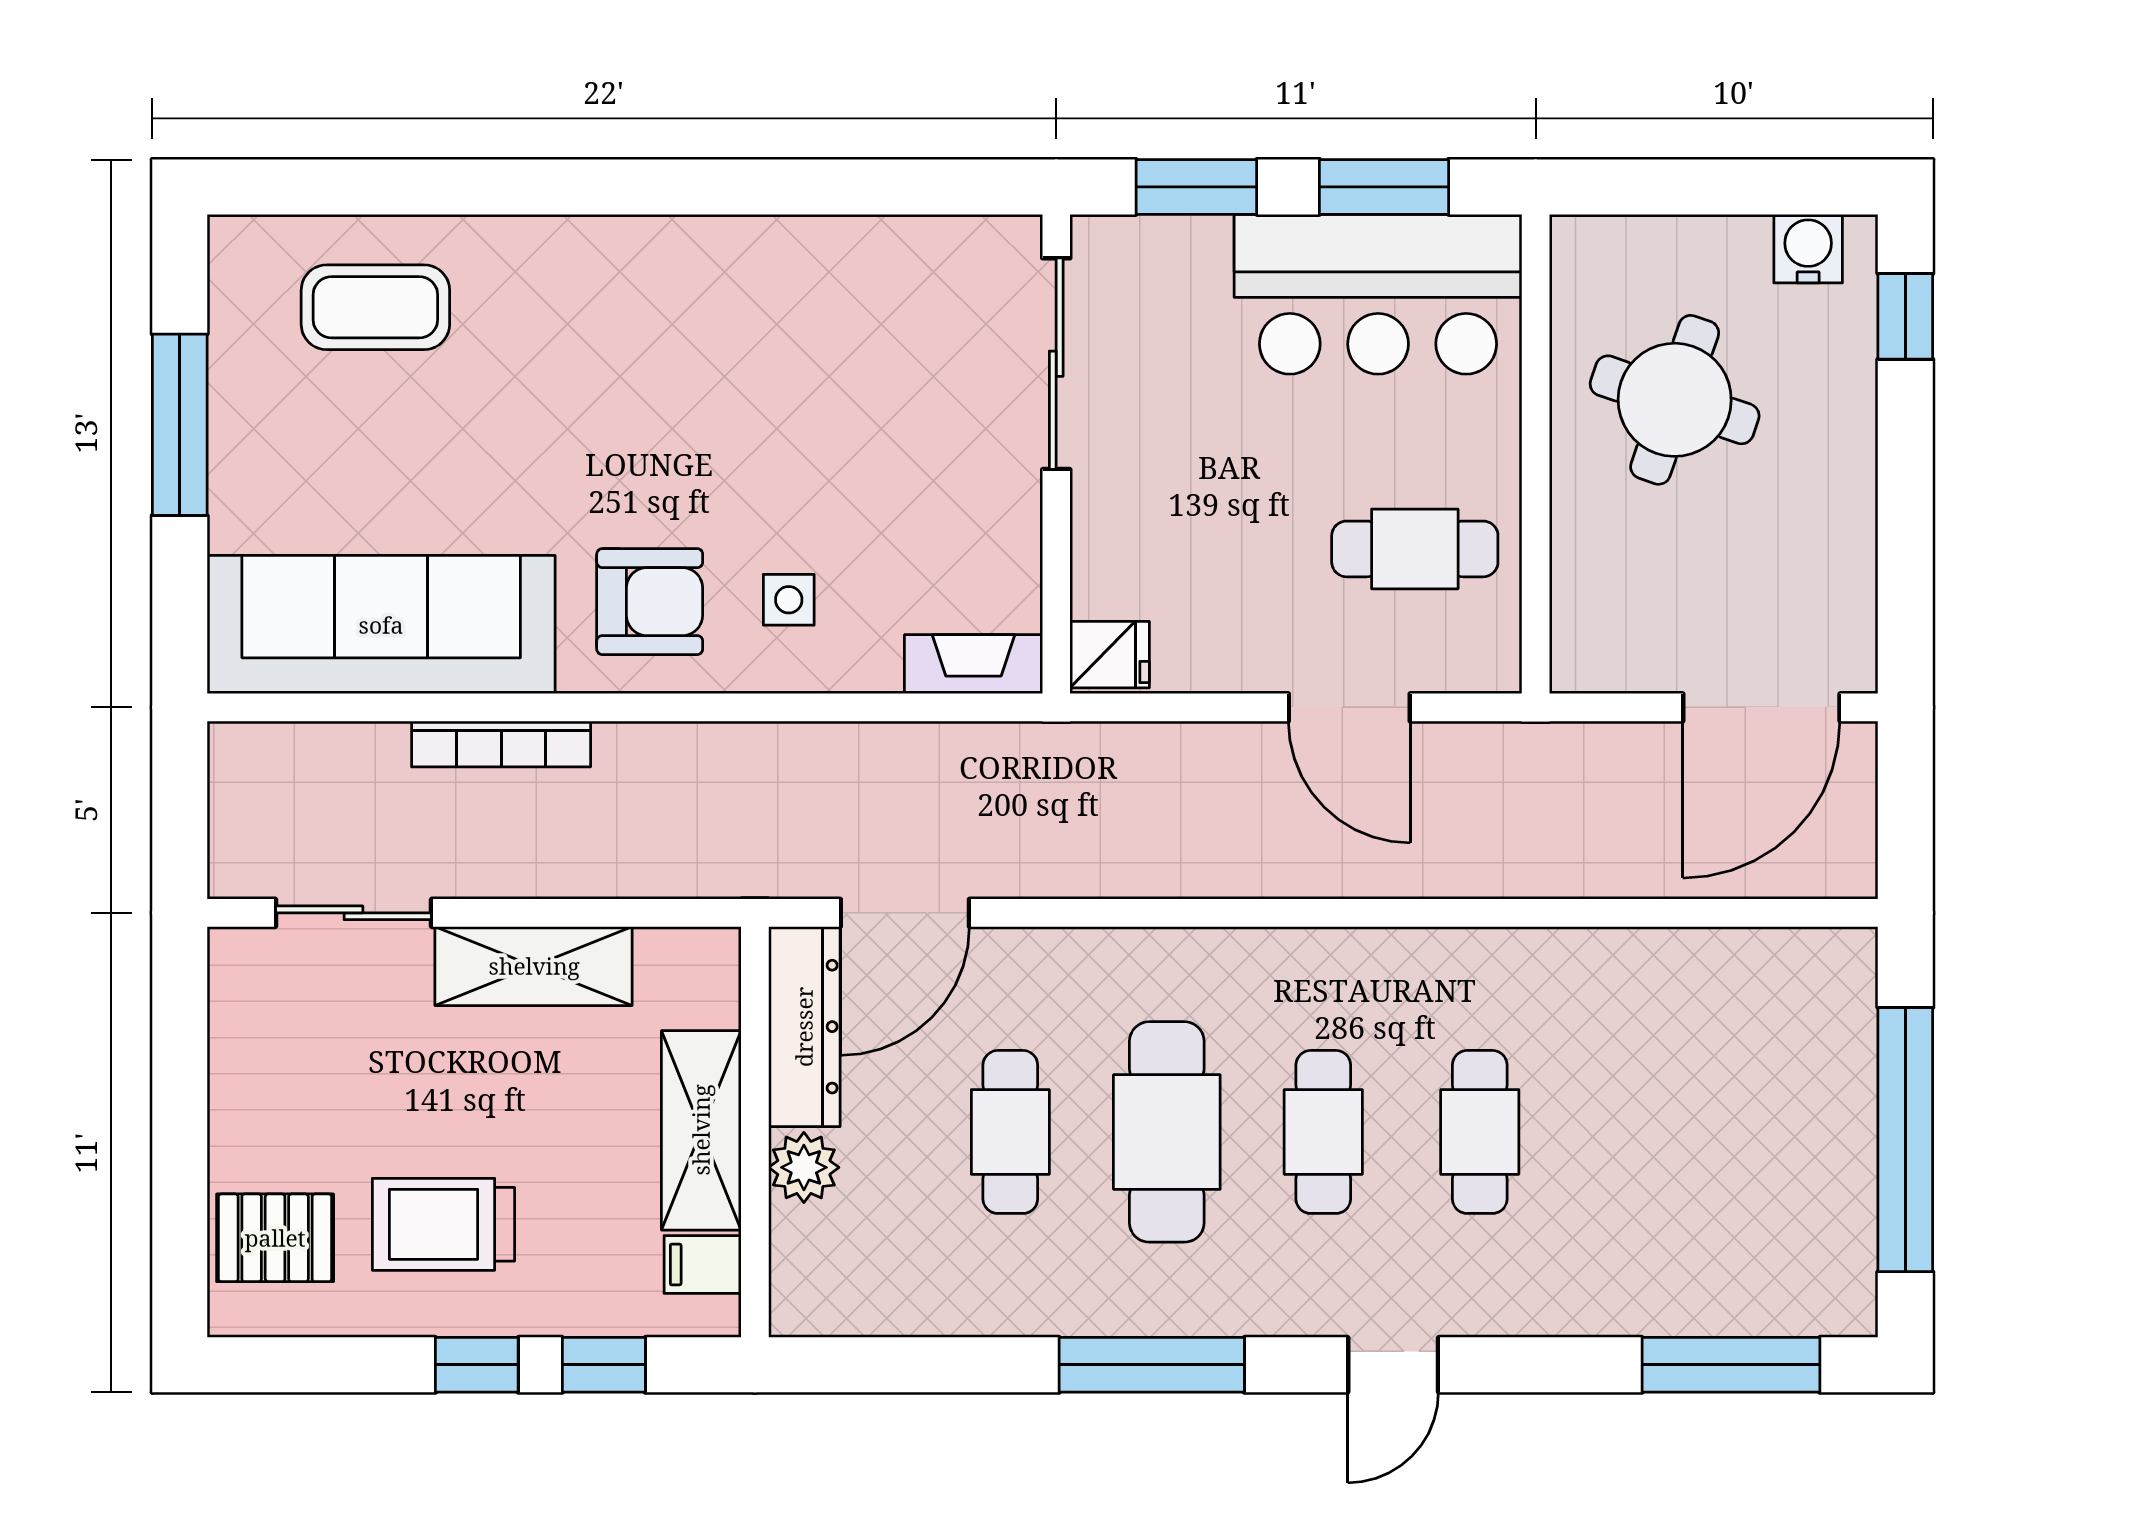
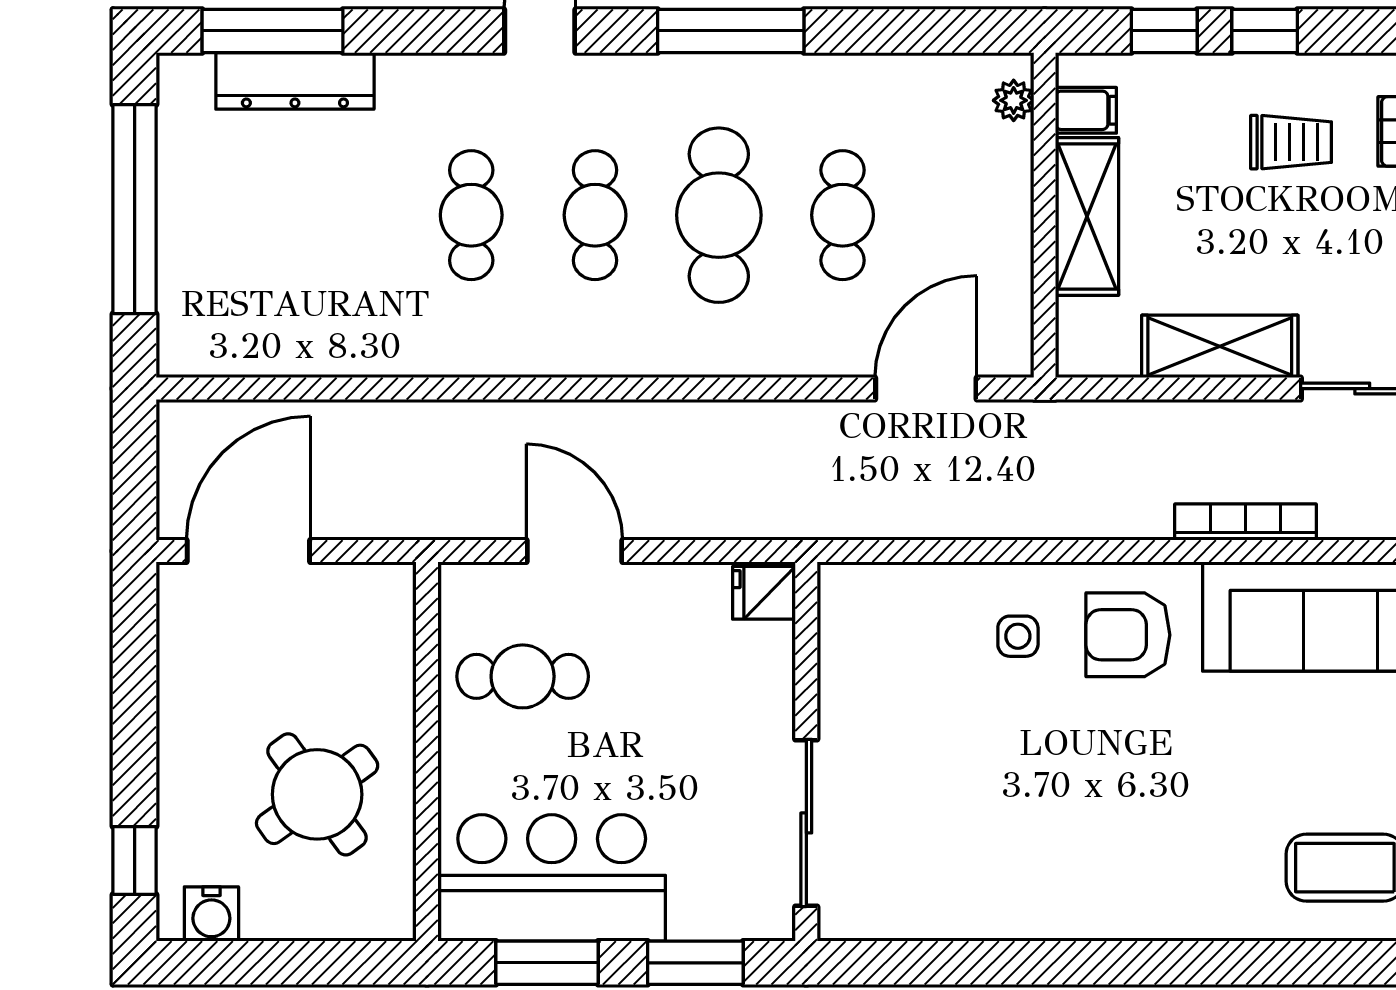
round table: (1675, 400) -> (317, 794), turned 35
fireplace: (973, 664) -> (872, 585), removed
dresser: (804, 1027) -> (295, 81), moved, turned -90
plant: (804, 1167) -> (1014, 100), moved, width x0.73, depth x0.73
trolley: (443, 1224) -> (1291, 142), width x0.73, depth x0.72

